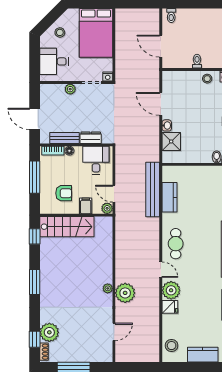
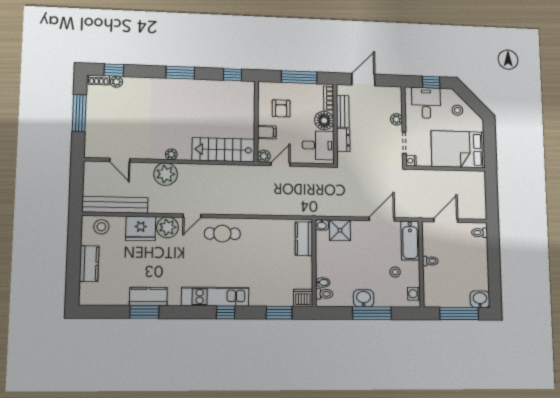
window: (35, 56) -> (431, 82), added
bathtub: (179, 79) -> (410, 241), added
stool: (207, 79) -> (395, 272), moved
washbasin: (167, 125) -> (322, 225), moved
floor lamp: (69, 151) -> (324, 121), width x1.89, depth x1.89
bench: (153, 190) -> (115, 205), moved
kitchen counter: (169, 197) -> (304, 239), moved, turned 90
stairs: (67, 227) -> (223, 150), moved, turned 90
fridge: (170, 307) -> (141, 228), width x1.88, depth x1.34
plant: (49, 332) -> (116, 82), width x0.53, depth x0.53

